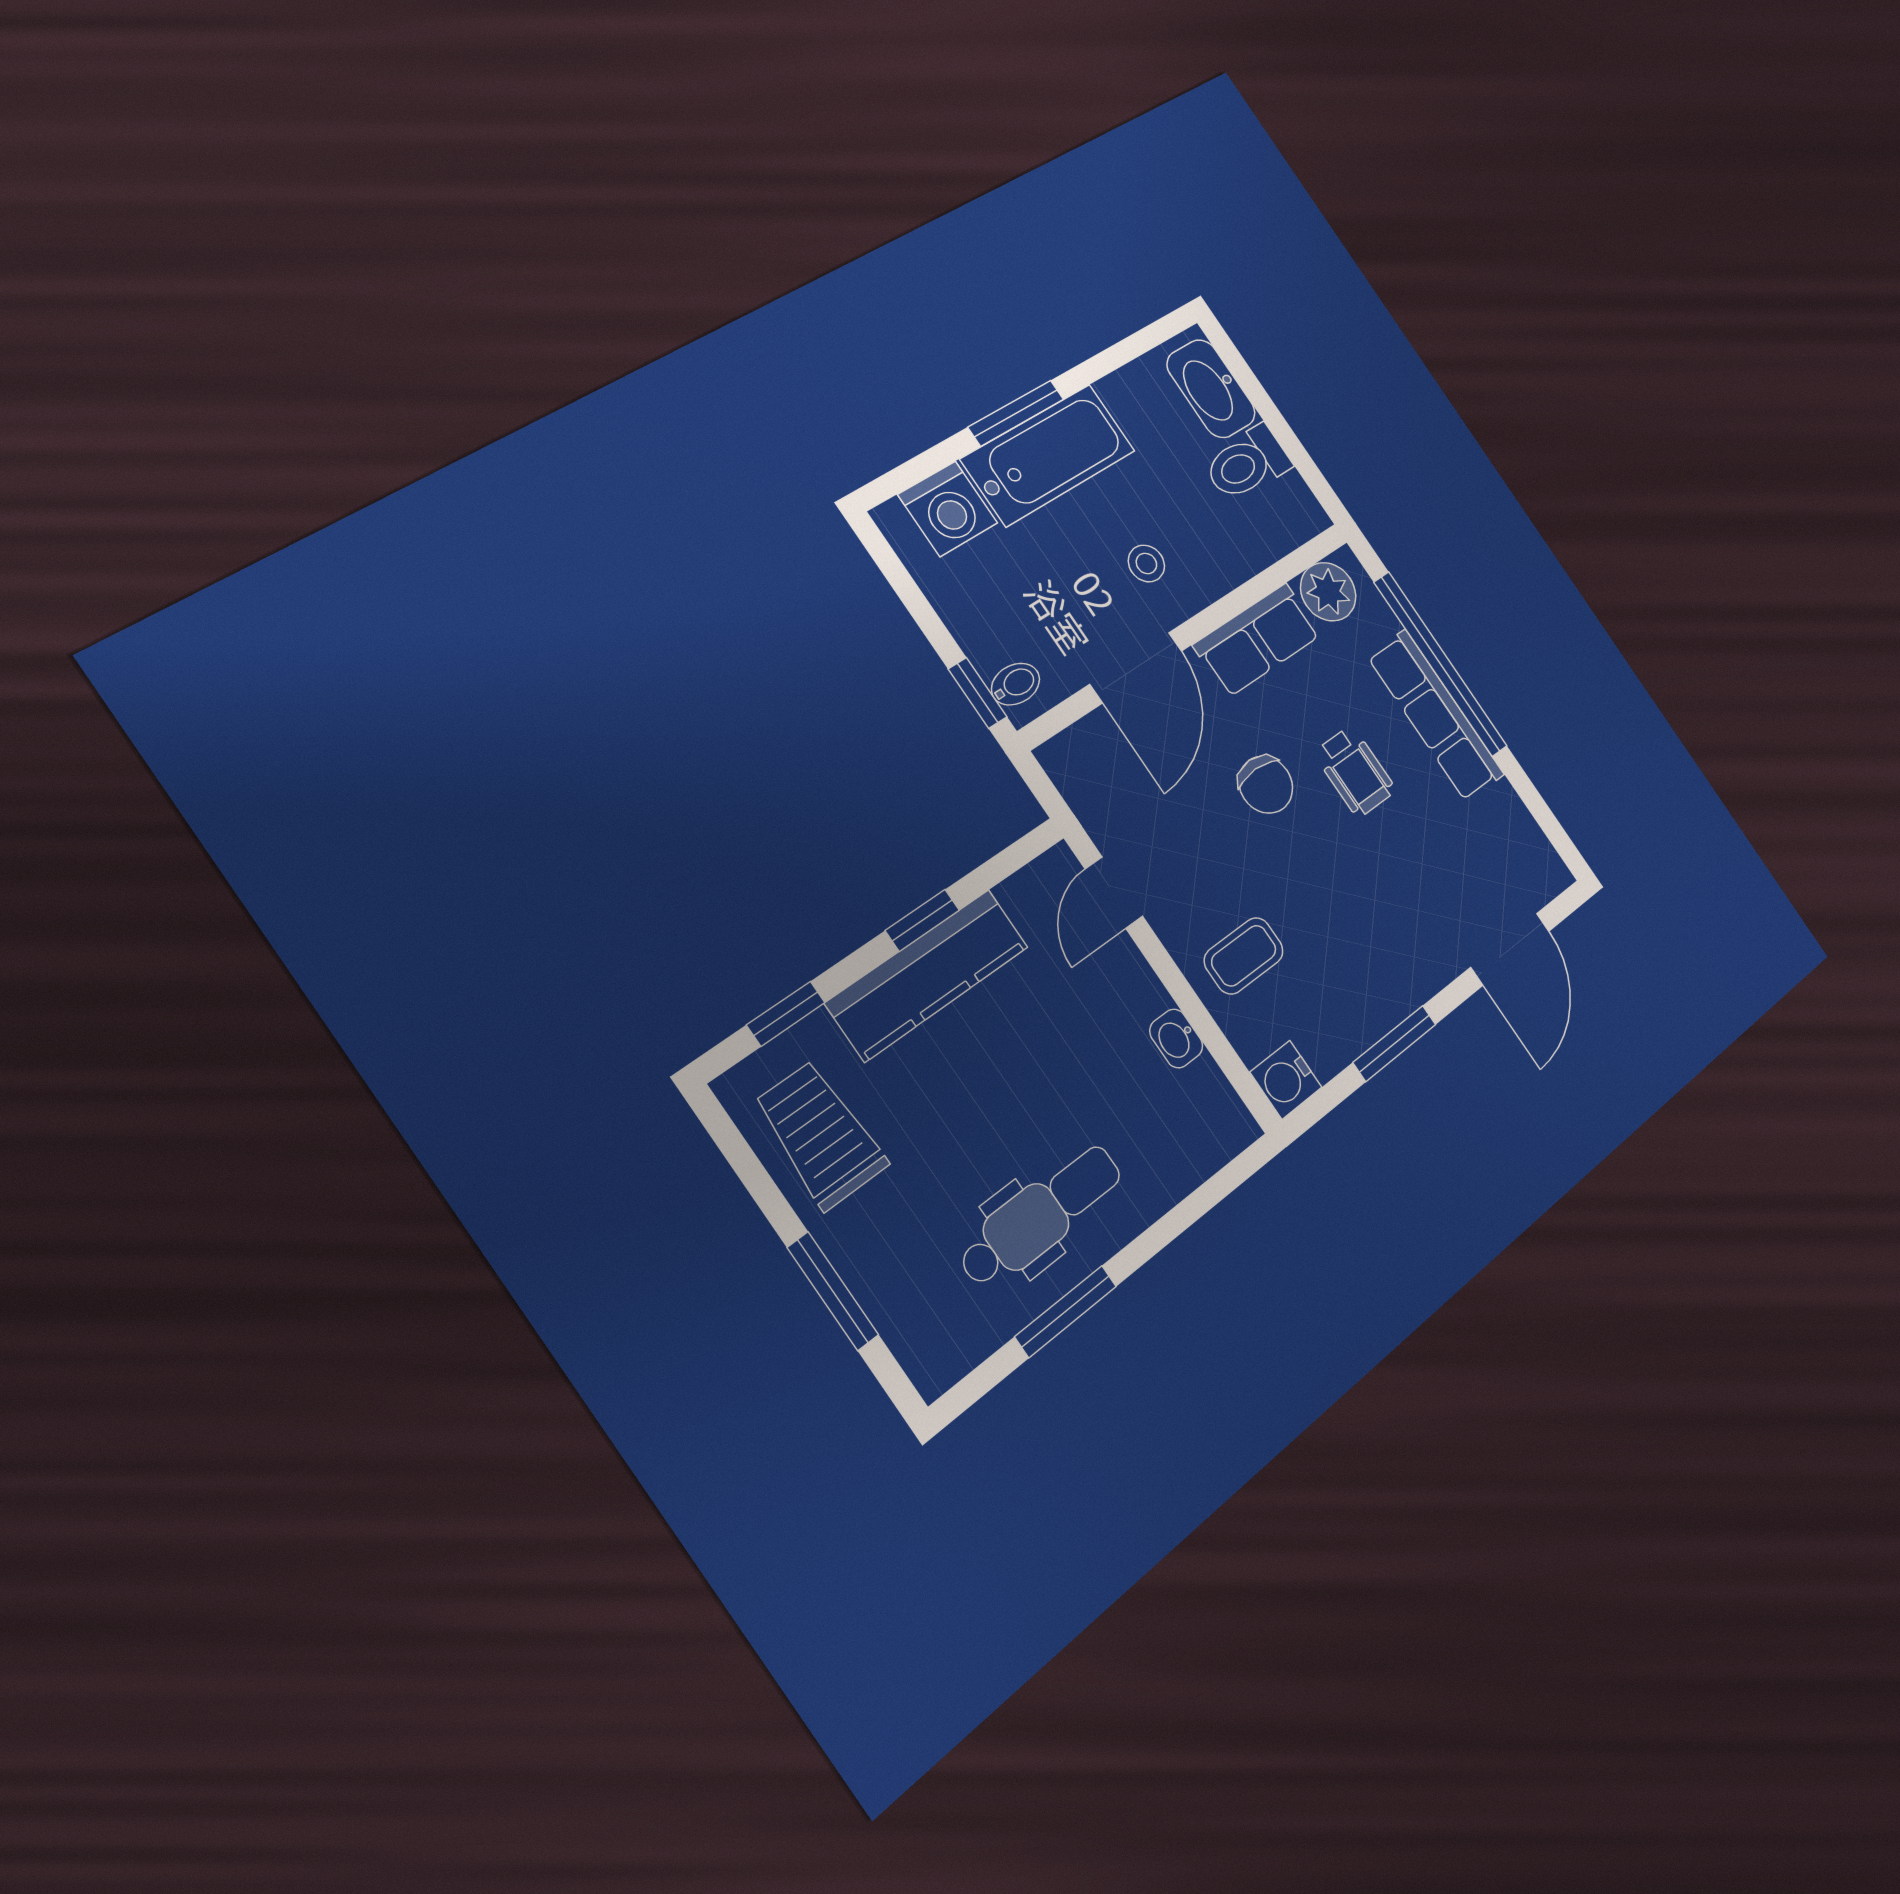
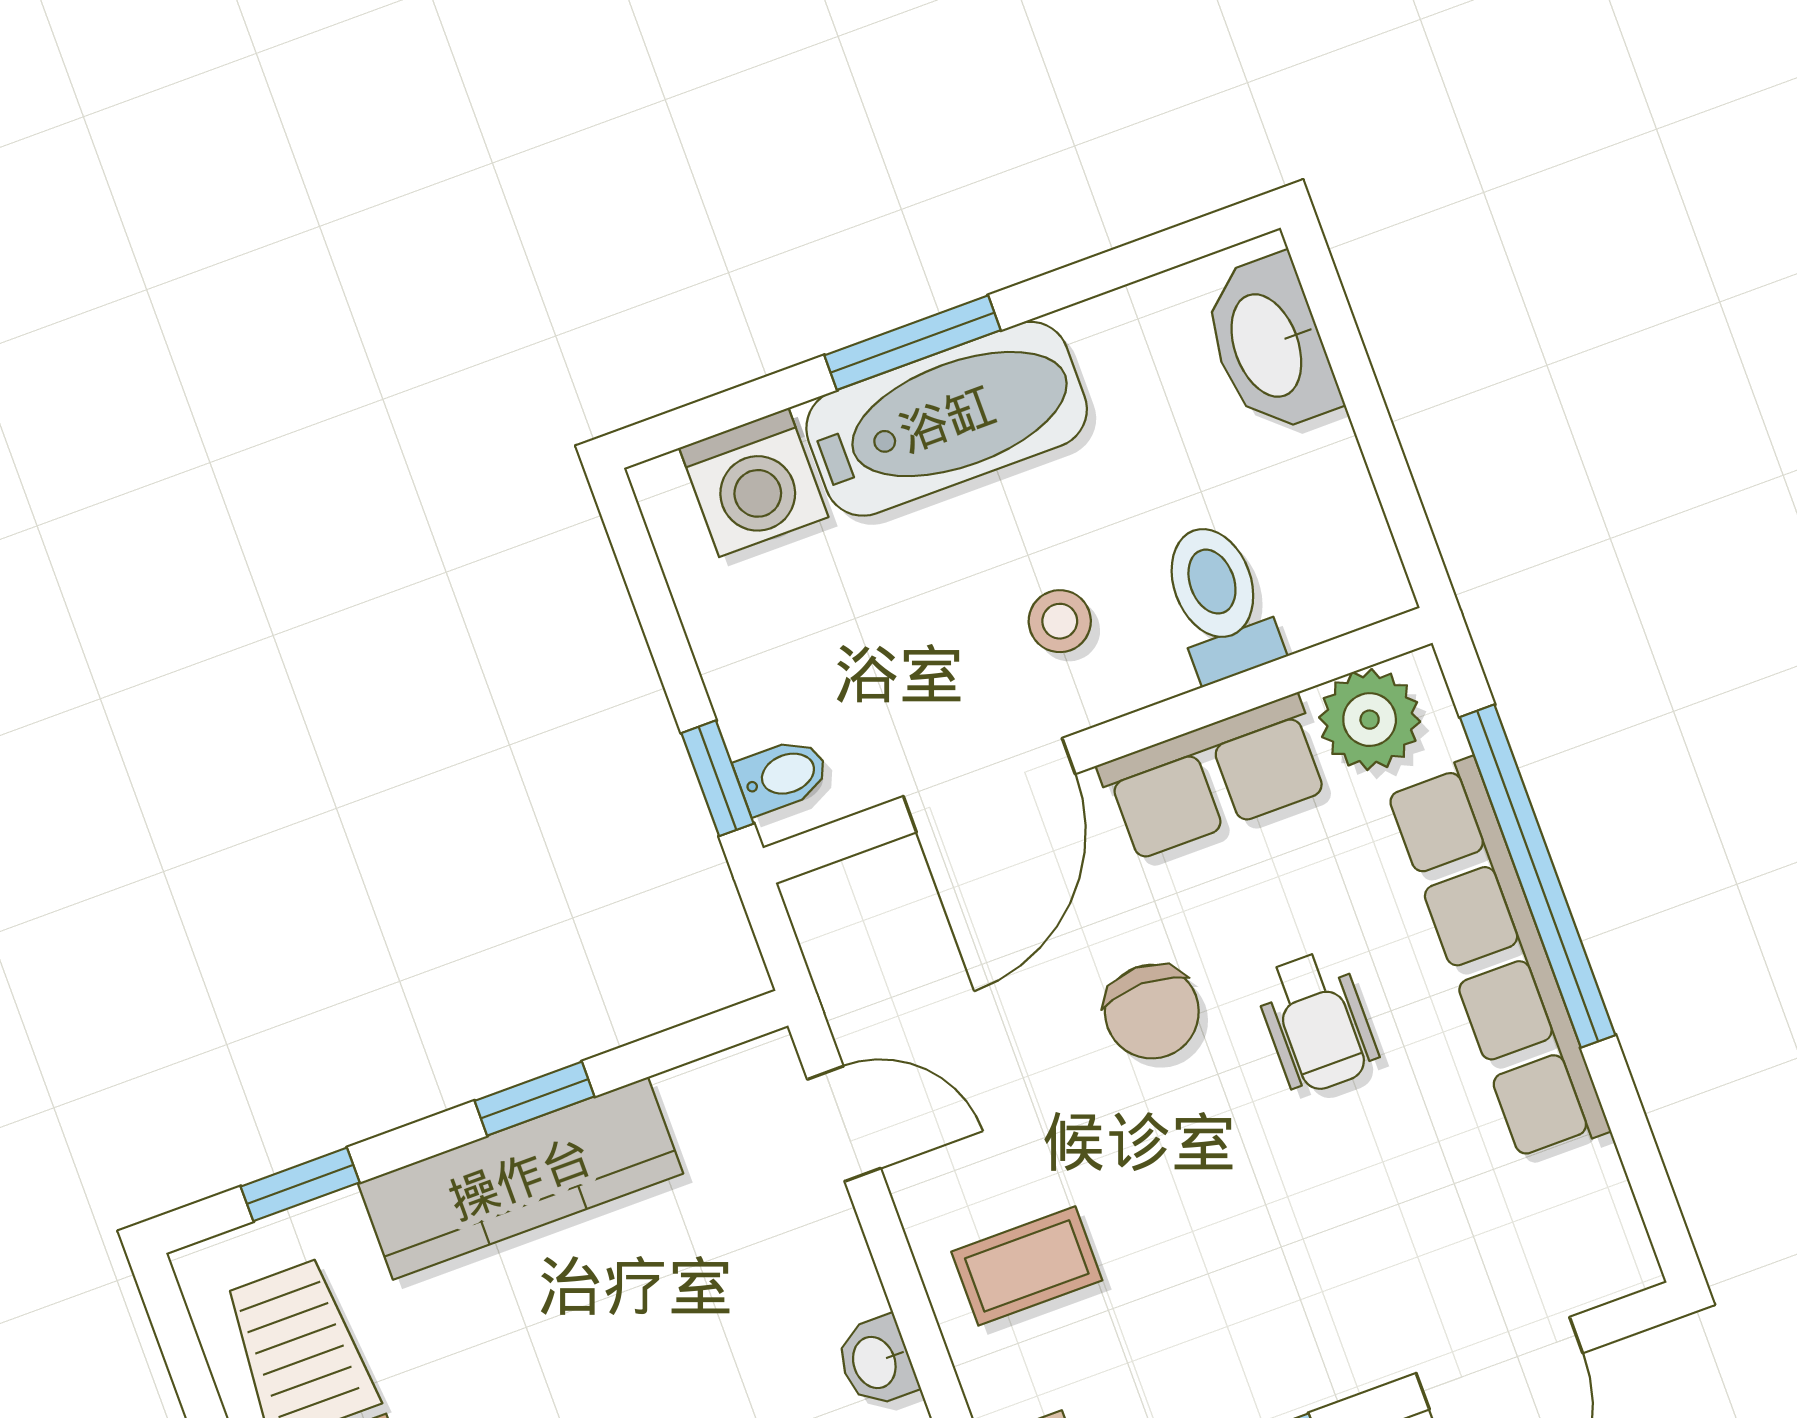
toilet: (1247, 463) -> (1219, 601), moved, turned 90
row of seats: (1436, 716) -> (1498, 960), width x1.36
door: (1114, 893) -> (844, 1124), swing flipped

